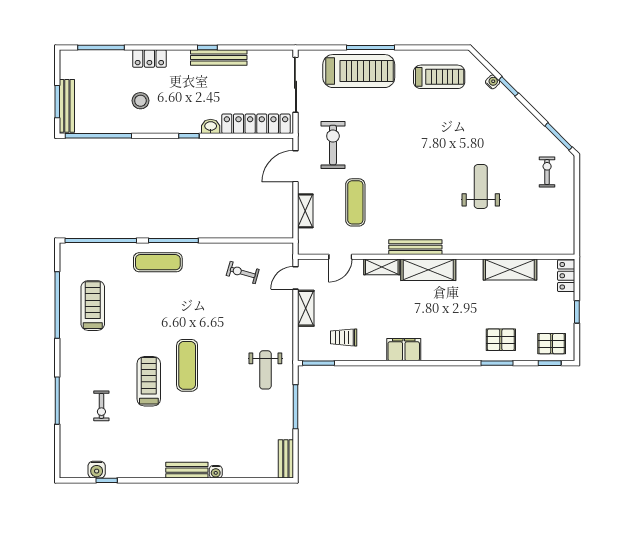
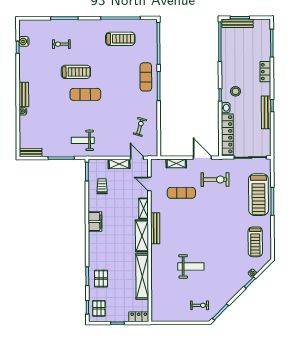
stool: (140, 101) -> (236, 91), moved
shelving: (510, 270) -> (142, 276), width x1.47

